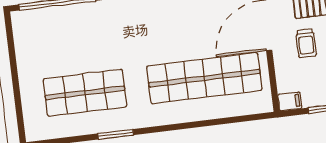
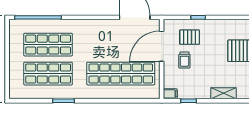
shop shelf: (79, 45) -> (48, 45), added

